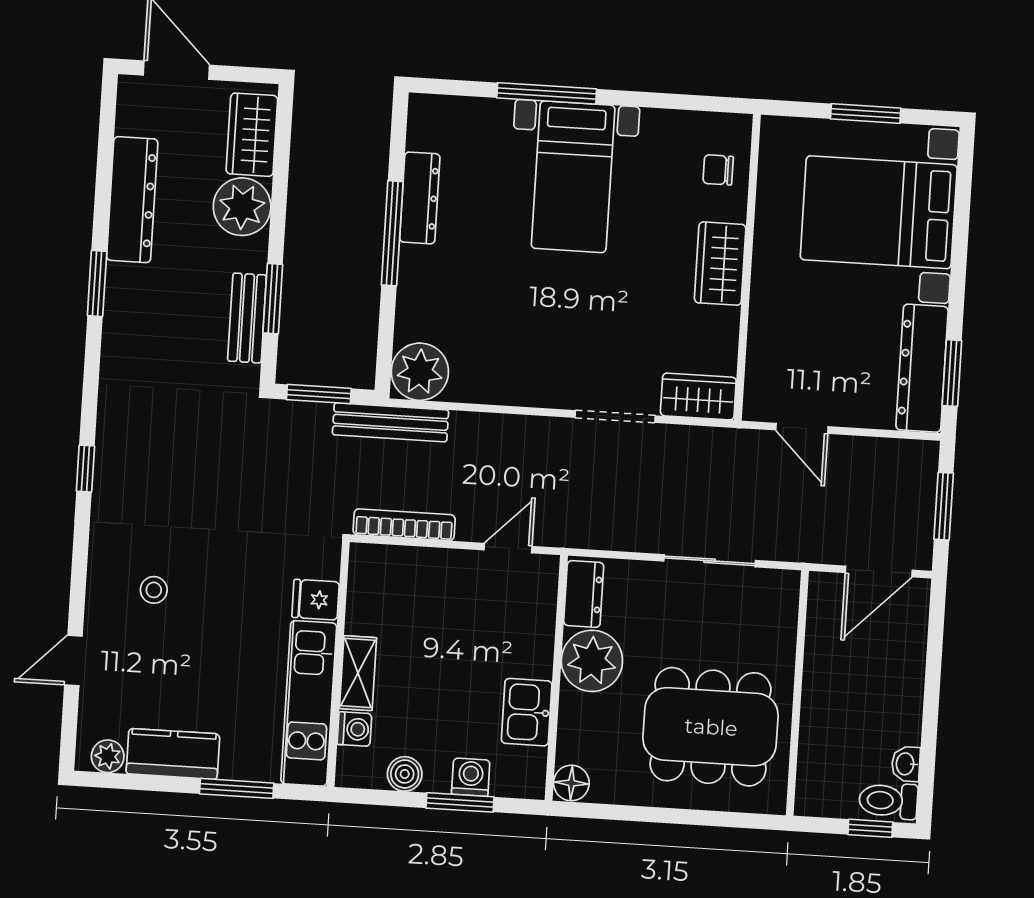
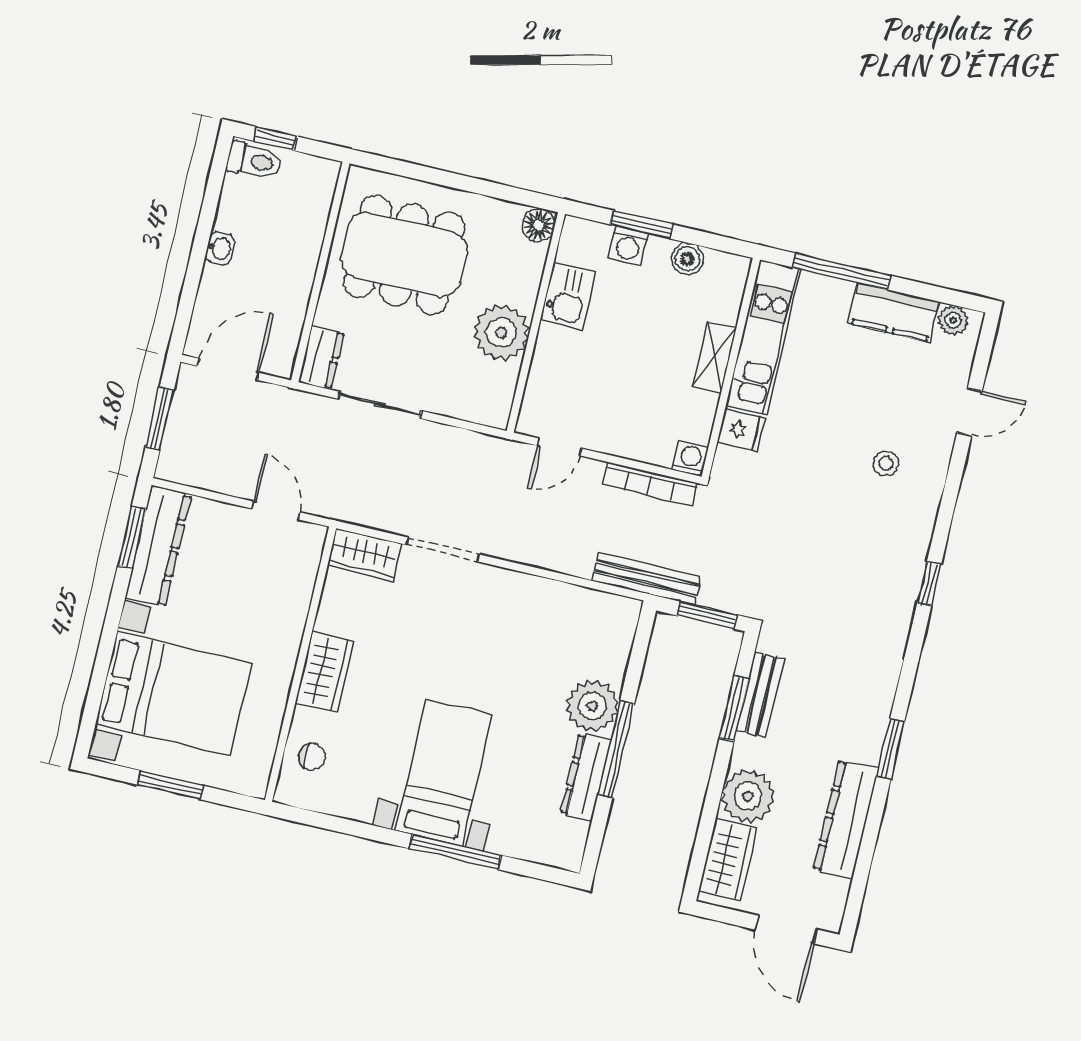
plant: (420, 372) -> (592, 706), moved
dresser: (584, 594) -> (321, 357), moved, turned 180
washing machine: (354, 729) -> (690, 459), moved, turned 90
washbasin: (906, 764) -> (220, 248), moved
window: (237, 788) -> (841, 271), width x1.44

